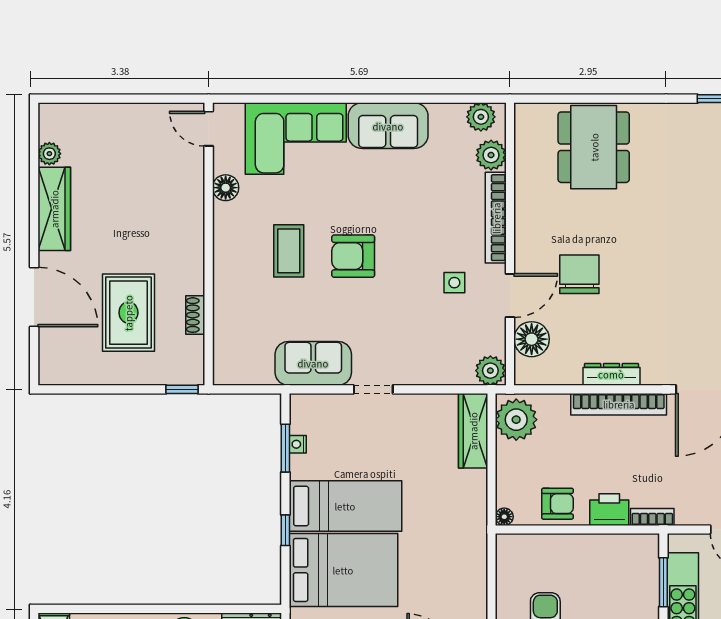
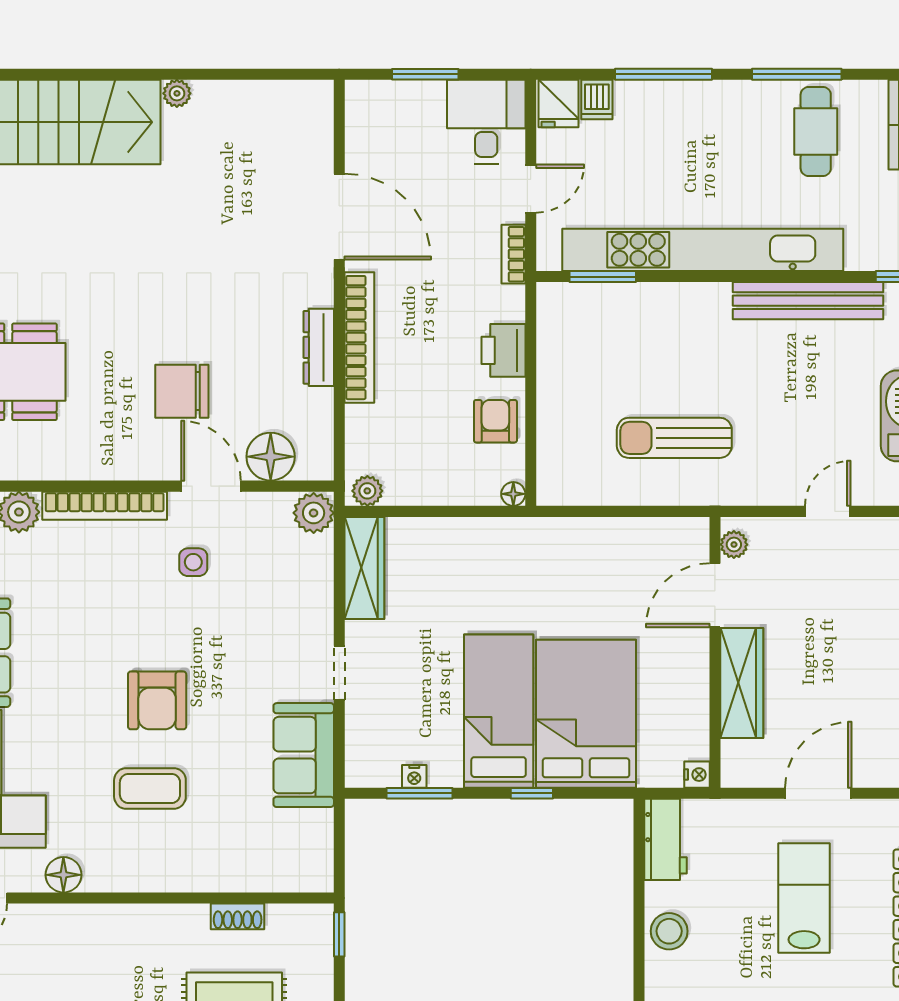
plant: (516, 420) -> (367, 491), width x0.53, depth x0.53
wardrobe: (473, 431) -> (364, 568), moved, turned -90
bookcase: (652, 517) -> (513, 254), moved

